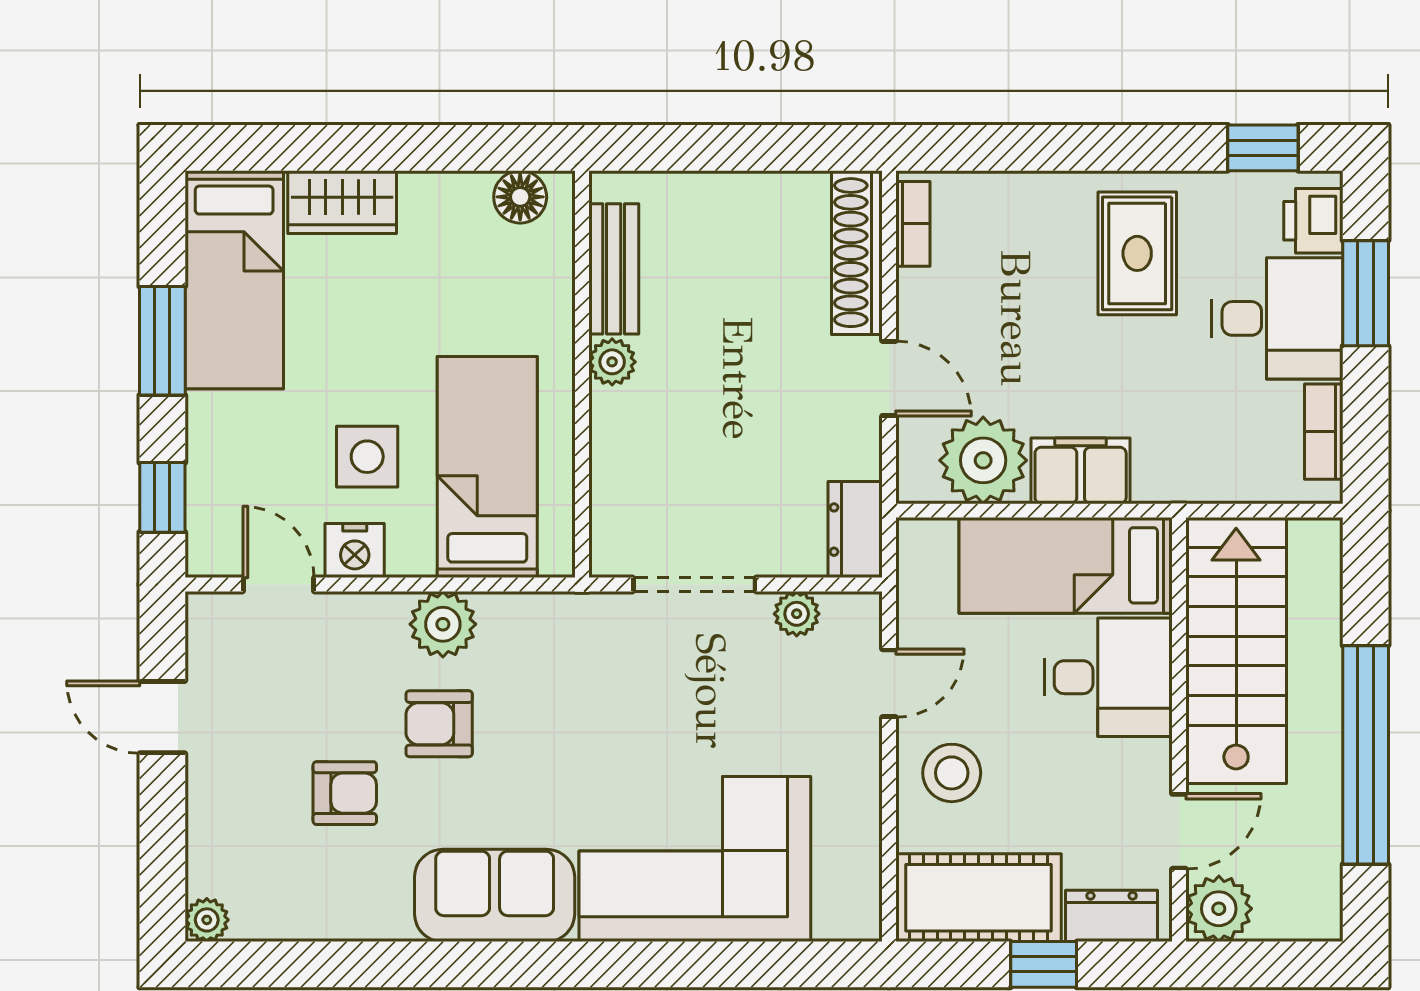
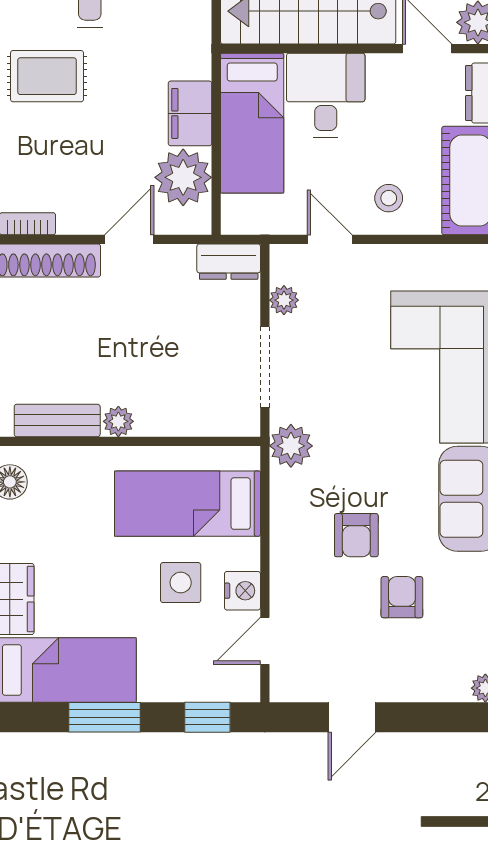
plant: (443, 624) -> (291, 446), moved
stool: (952, 773) -> (389, 198), width x0.73, depth x0.73

